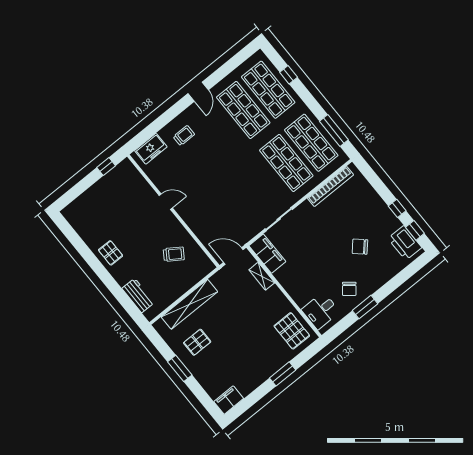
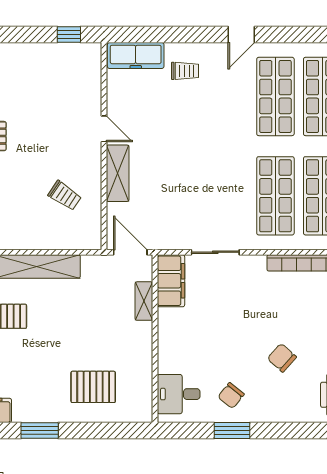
freezer: (151, 149) -> (136, 56), width x1.40
shelving: (192, 219) -> (118, 173), added
pallet: (292, 331) -> (93, 387), moved, turned 90
window: (283, 374) -> (40, 431), moved

